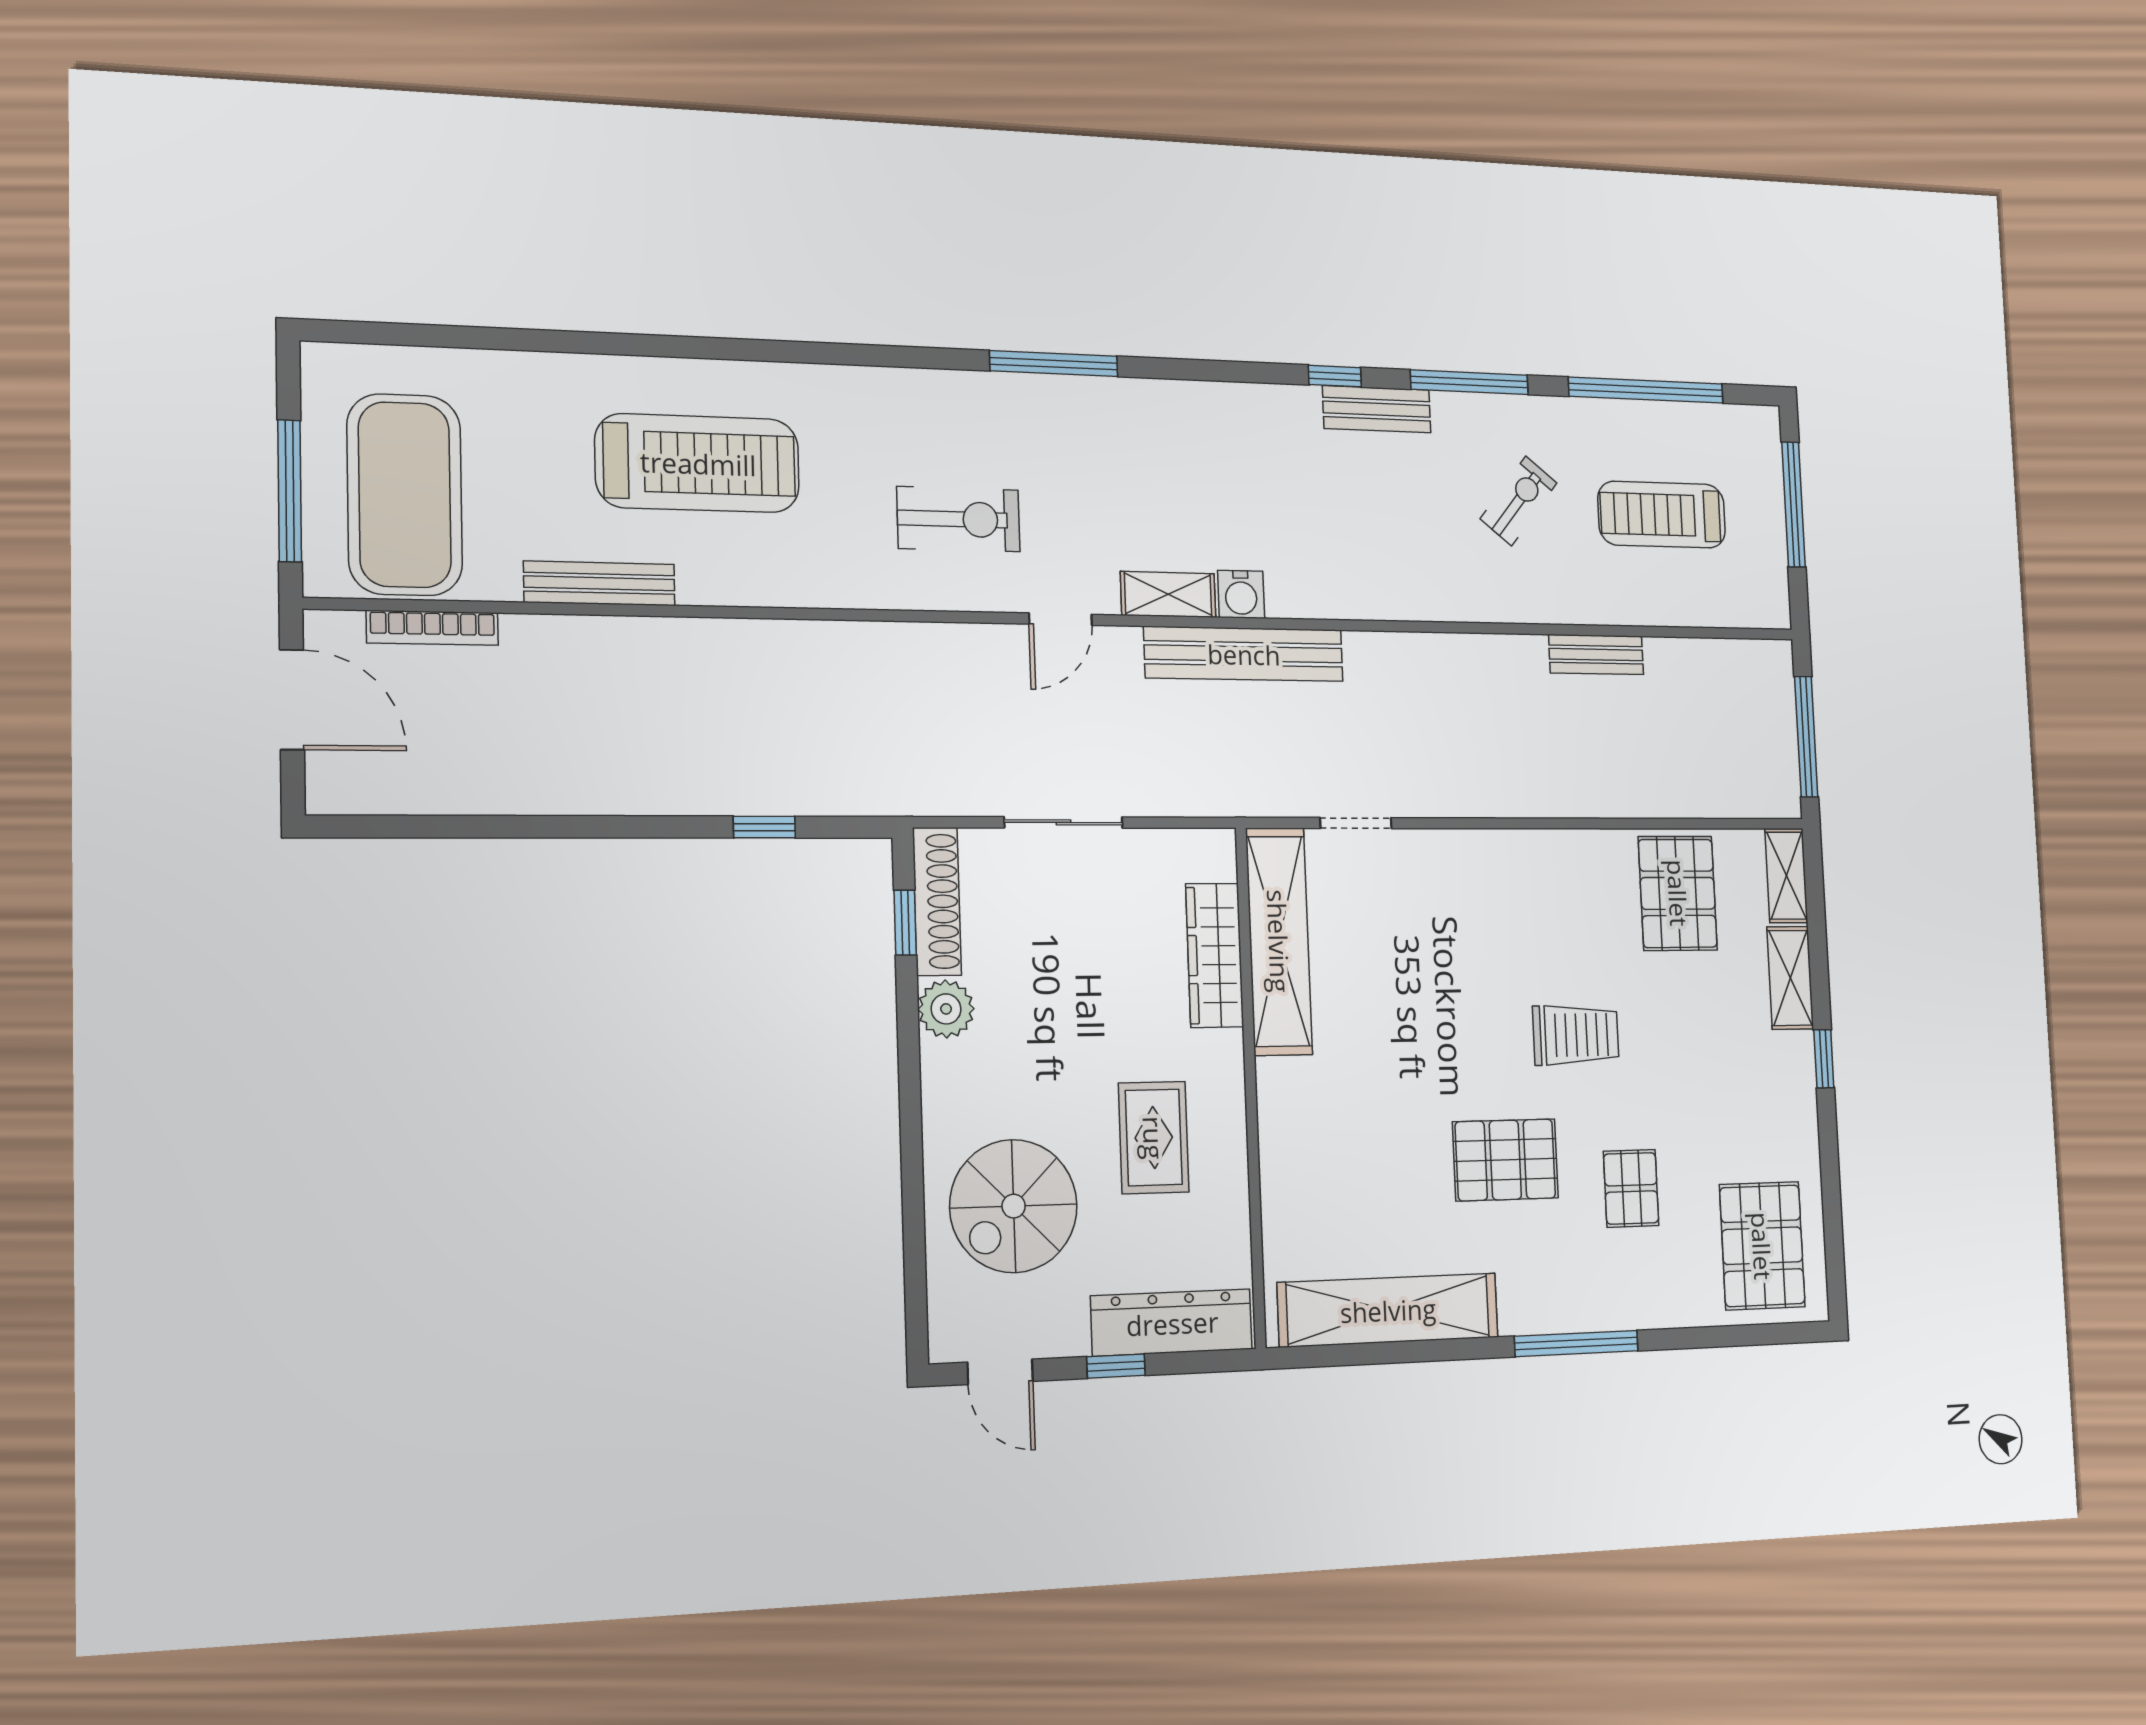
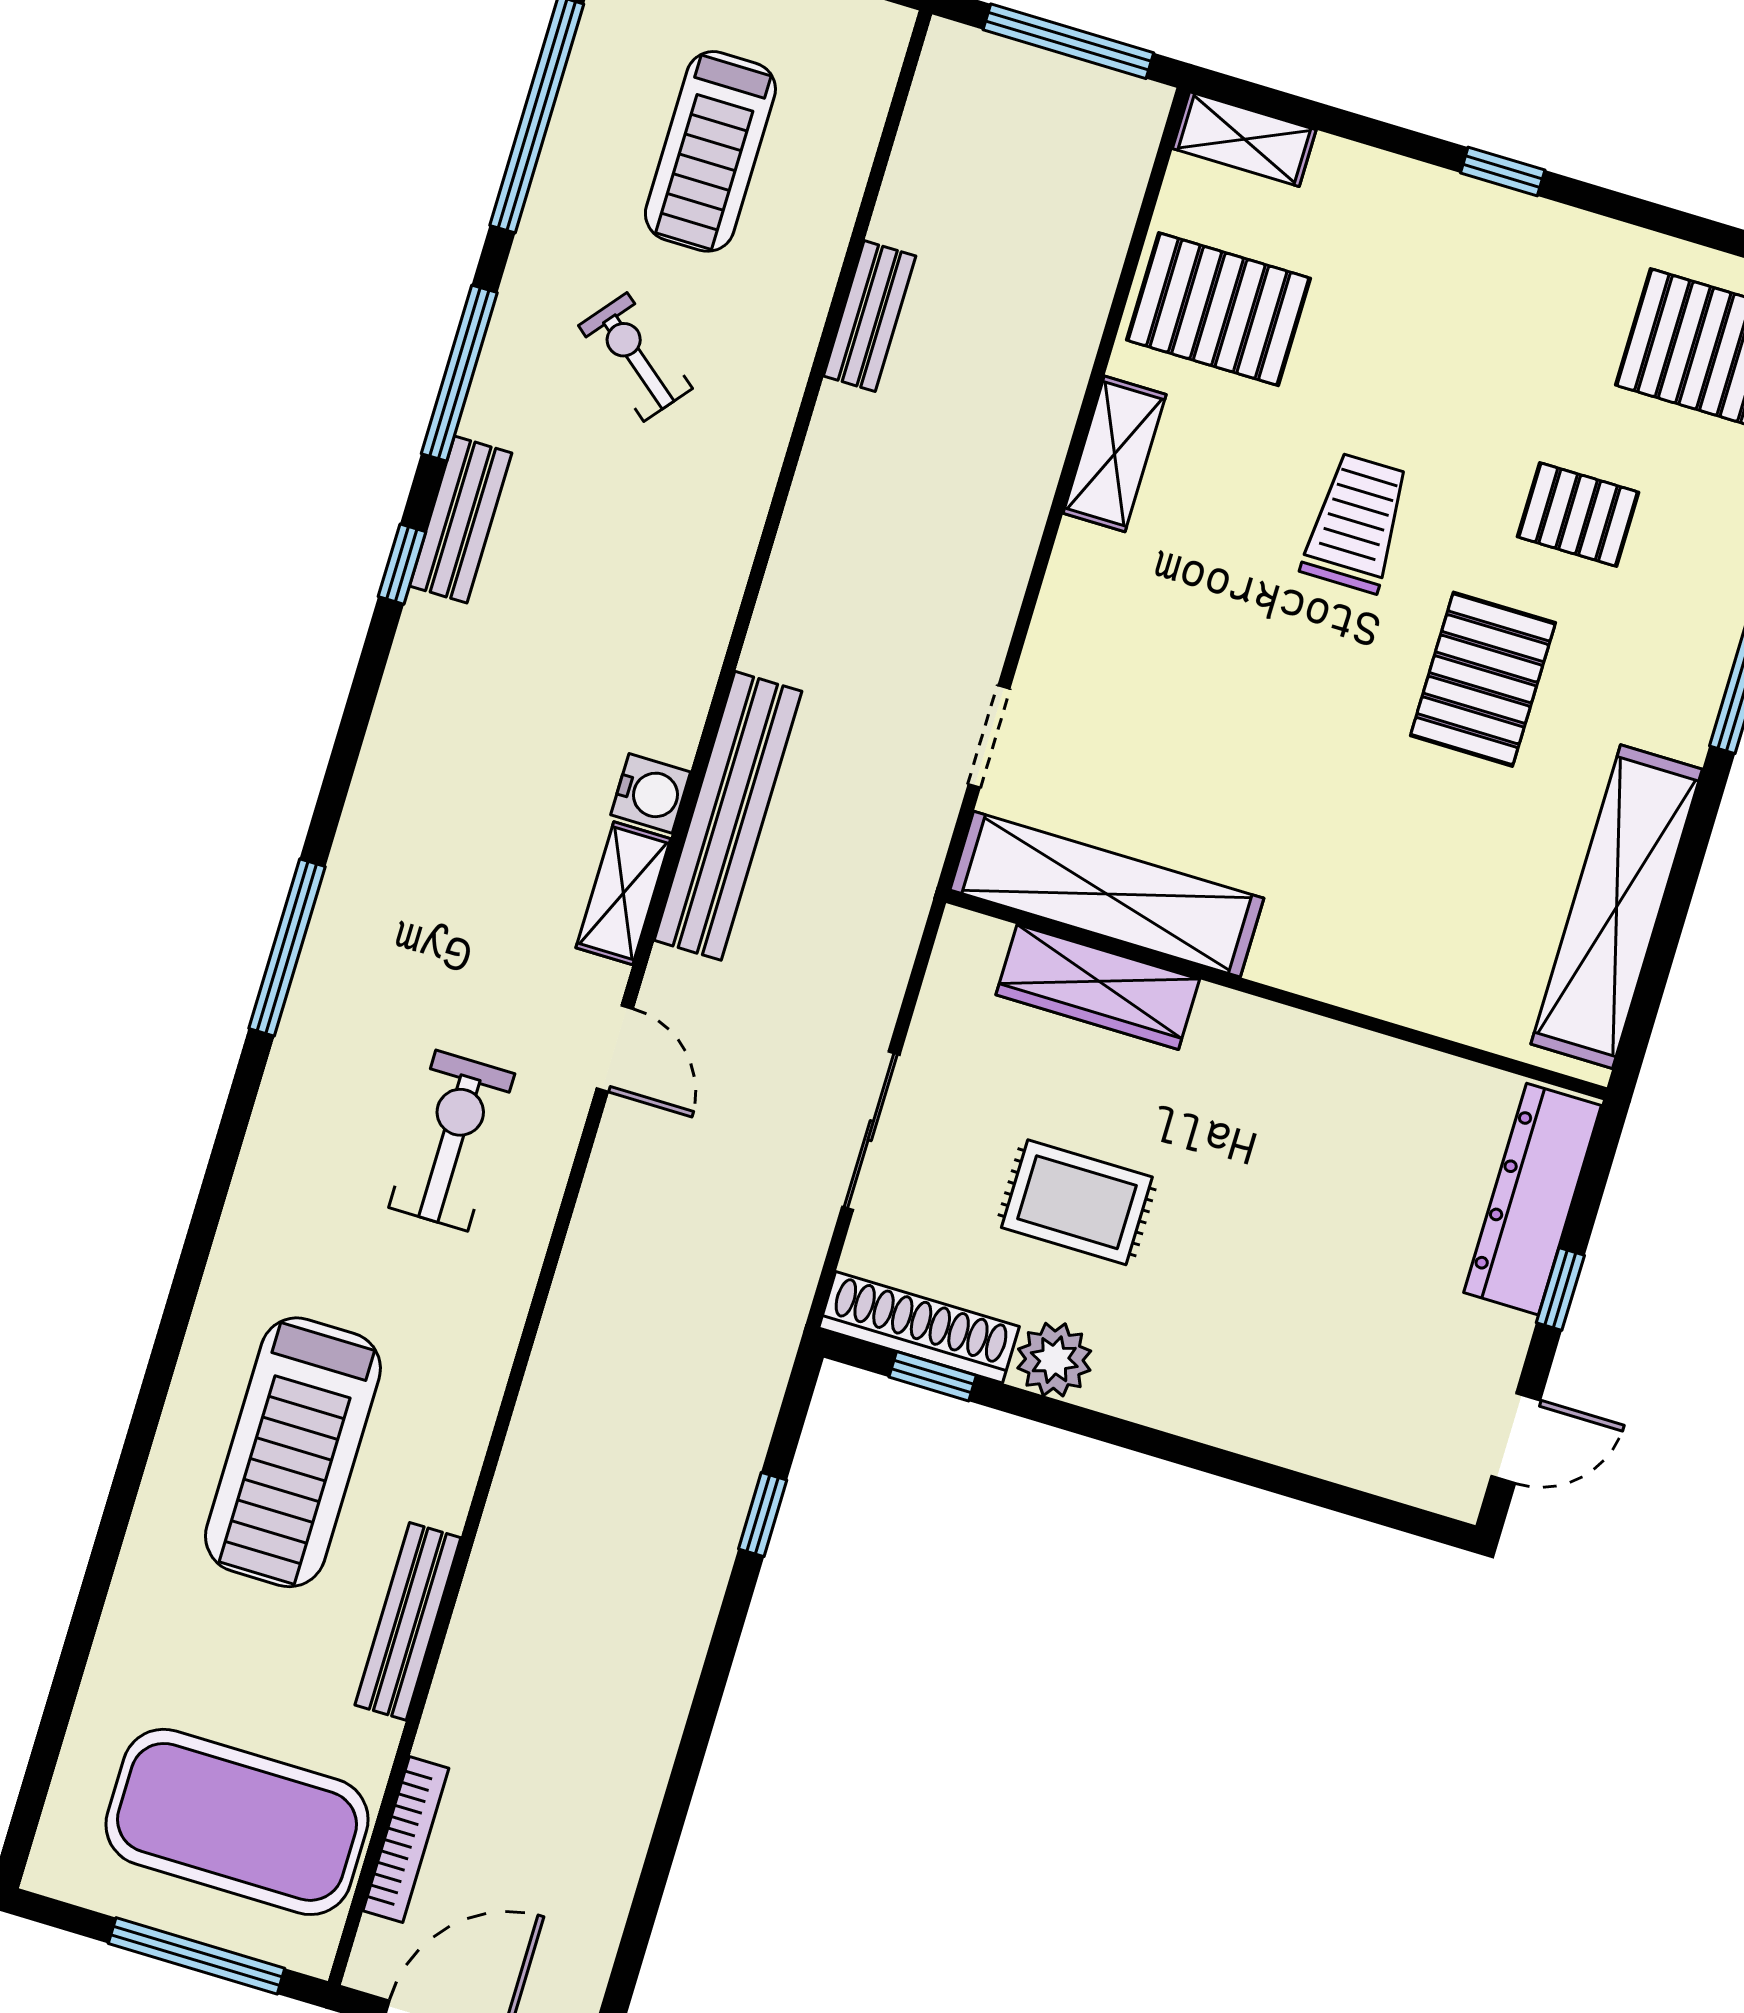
treadmill: (698, 463) -> (293, 1452), turned 180
shelving: (1790, 978) -> (1115, 454), moved, turned 90
rug: (1154, 1138) -> (1077, 1202), moved
spiral stairs: (1014, 1206) -> (1322, 1354), removed

